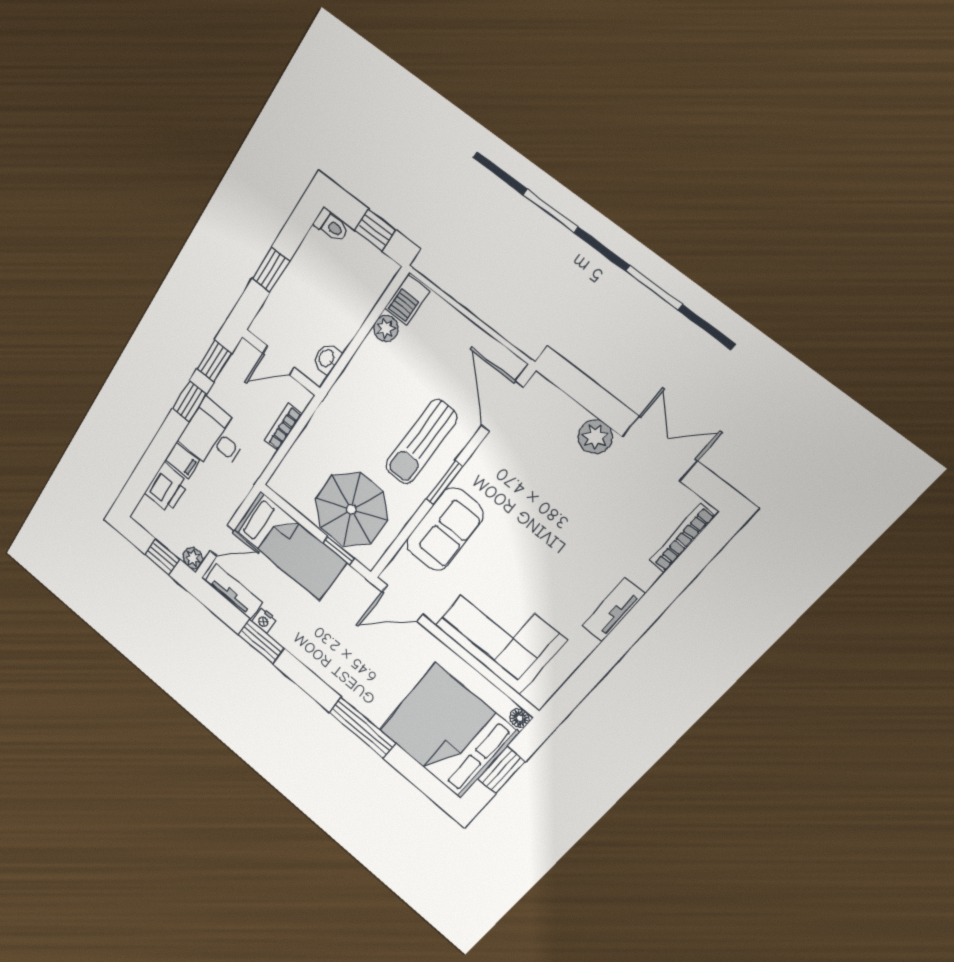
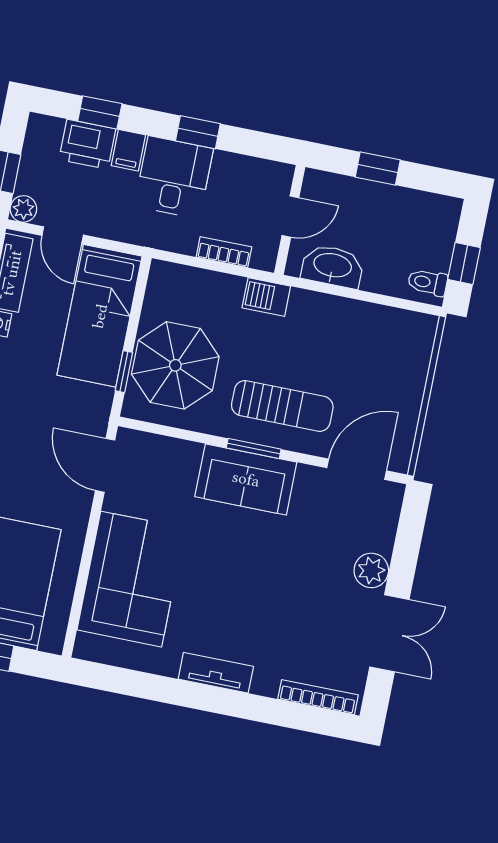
toilet: (331, 226) -> (428, 282), moved, turned 90
barbecue: (407, 300) -> (266, 297), moved
plant: (386, 328) -> (376, 317), removed
washbasin: (327, 358) -> (332, 266), width x1.91, depth x1.45
door: (278, 360) -> (290, 217), swing flipped
window: (214, 361) -> (100, 112), moved
sun lounger: (421, 442) -> (282, 406), turned 180
sofa: (445, 529) -> (246, 479), moved
floor lamp: (520, 718) -> (52, 642), removed

